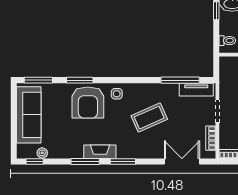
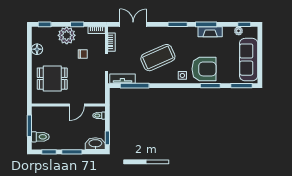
armchair: (88, 102) -> (204, 69), turned 90
coffee table: (149, 118) -> (158, 58), width x1.36, depth x1.32
fireplace: (100, 152) -> (210, 32), moved
double door: (182, 162) -> (133, 24), swing flipped

